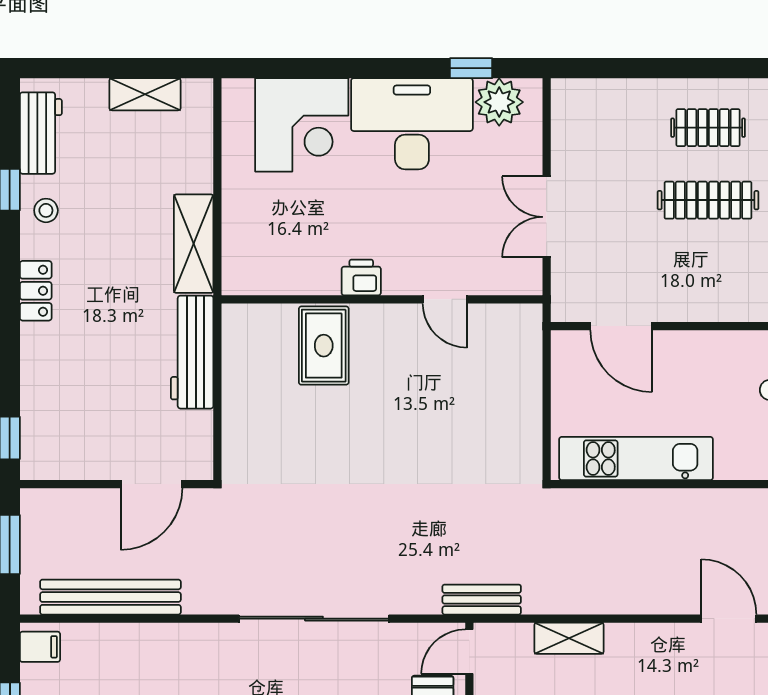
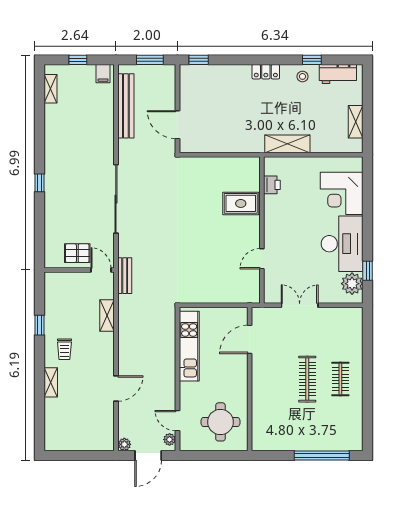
printer: (361, 277) -> (272, 185), moved
workbench: (192, 352) -> (238, 143), removed

